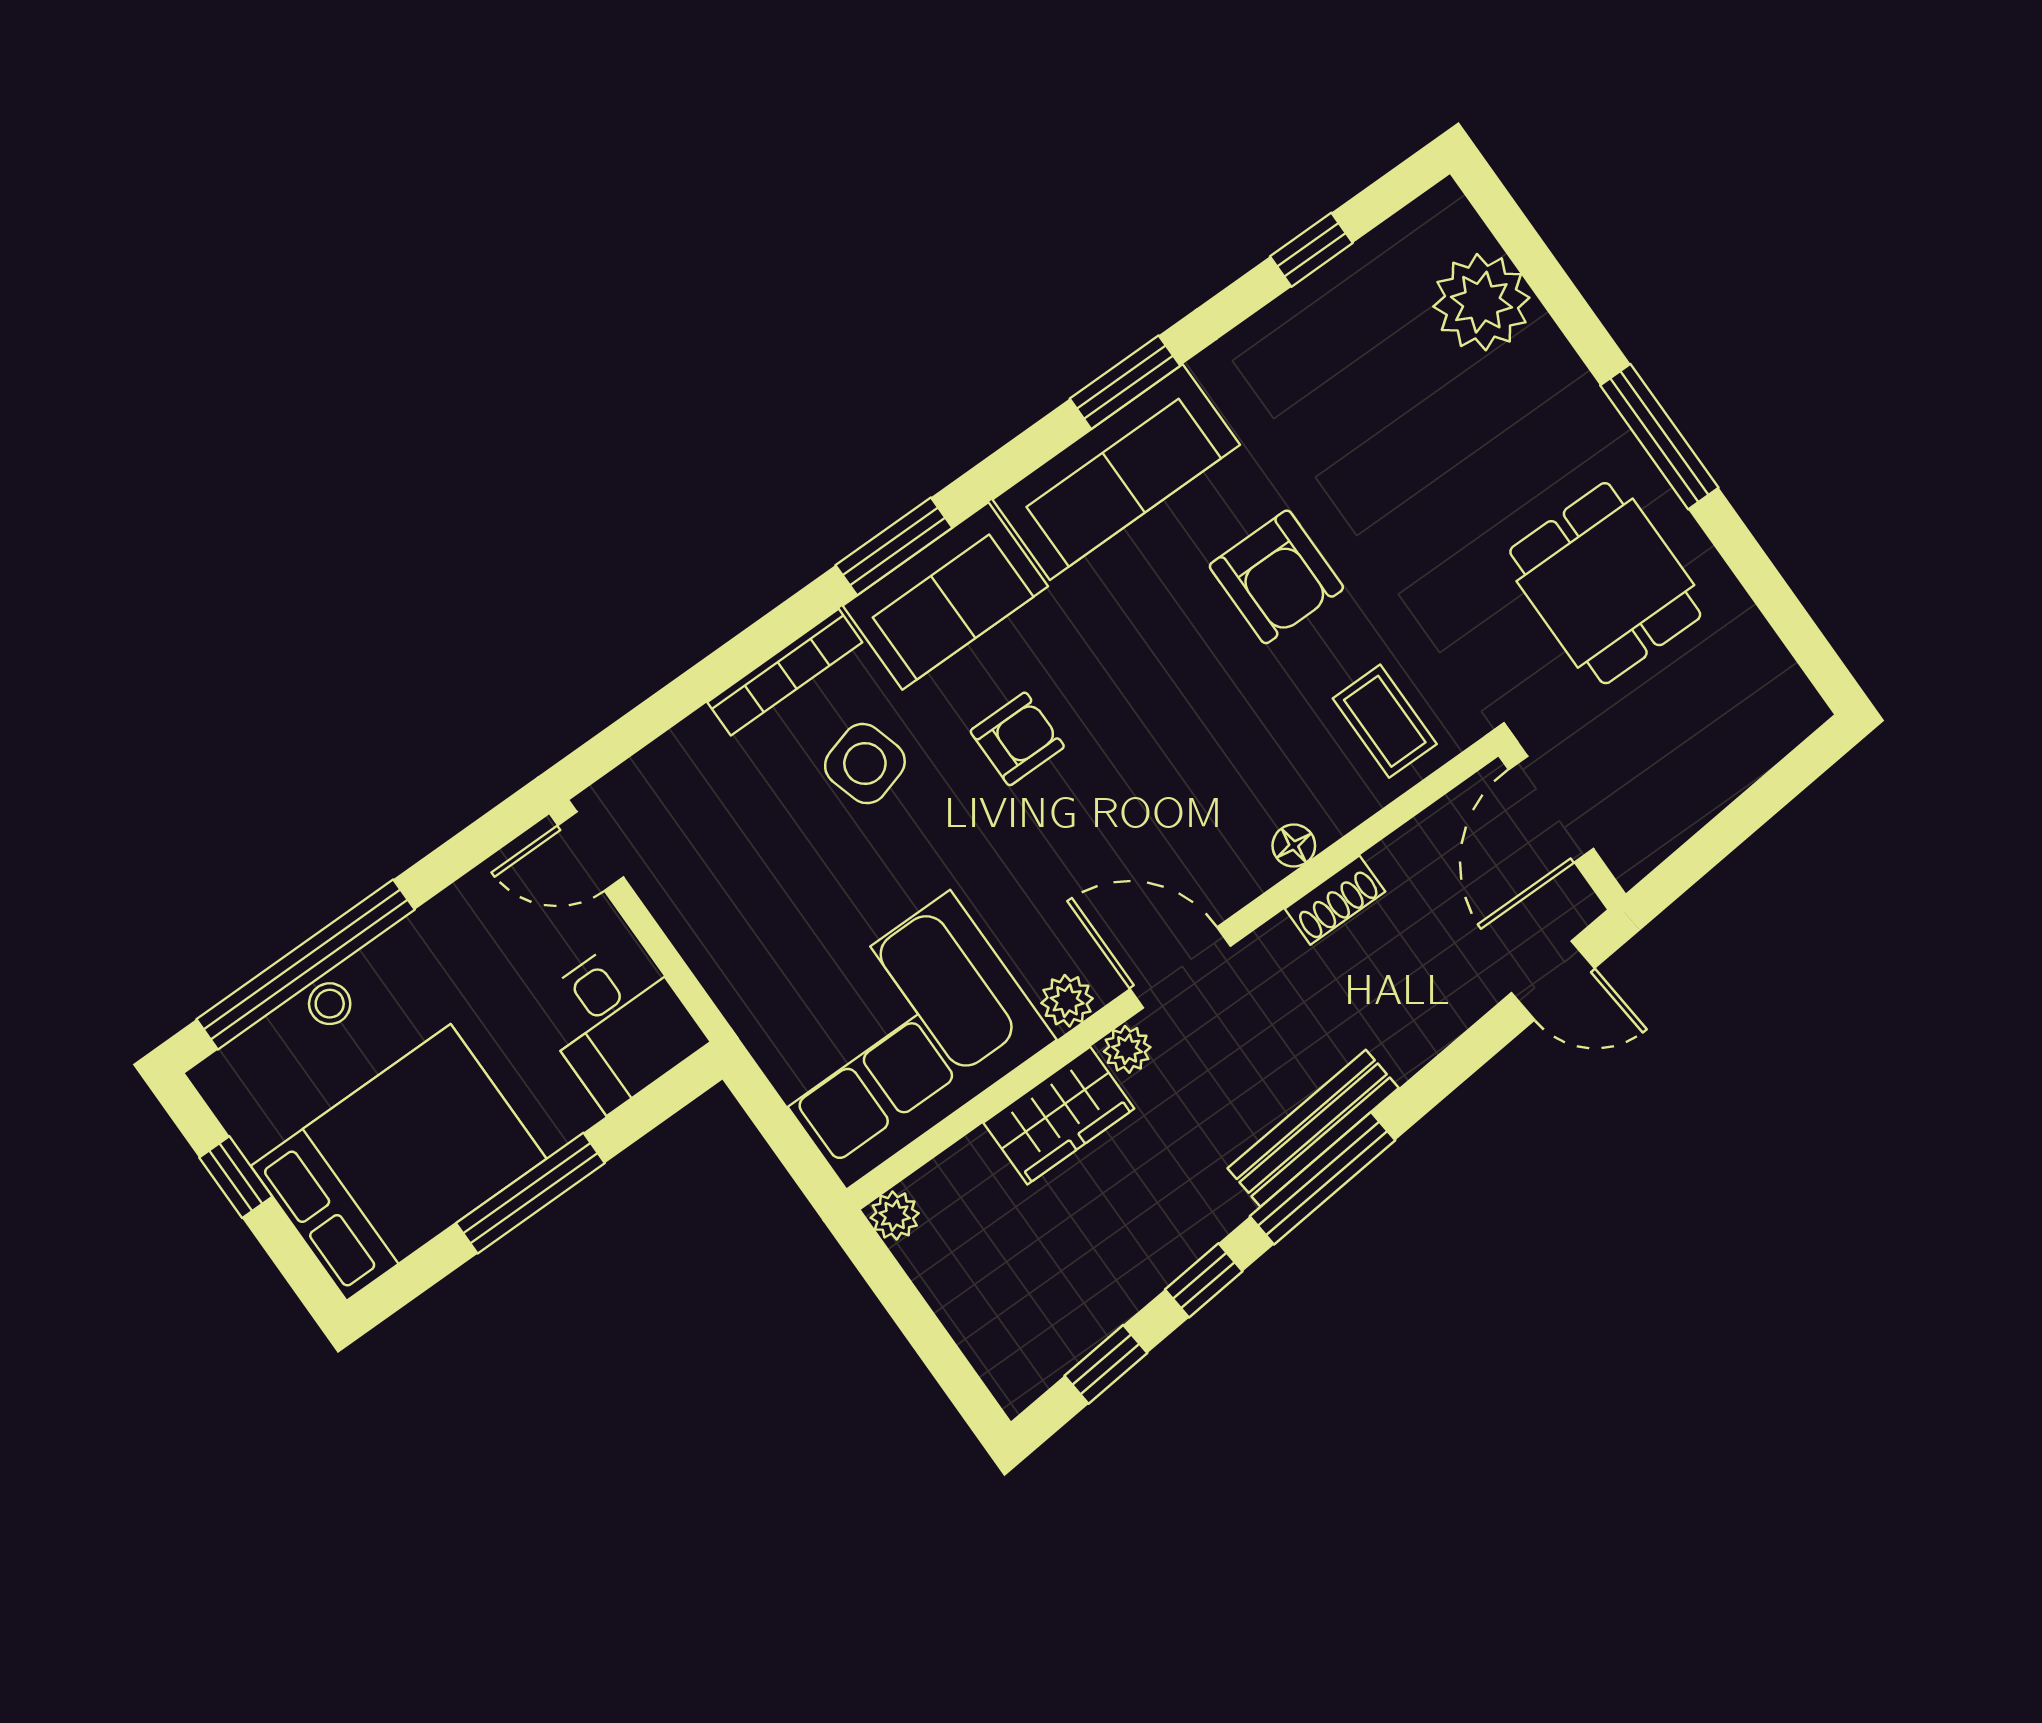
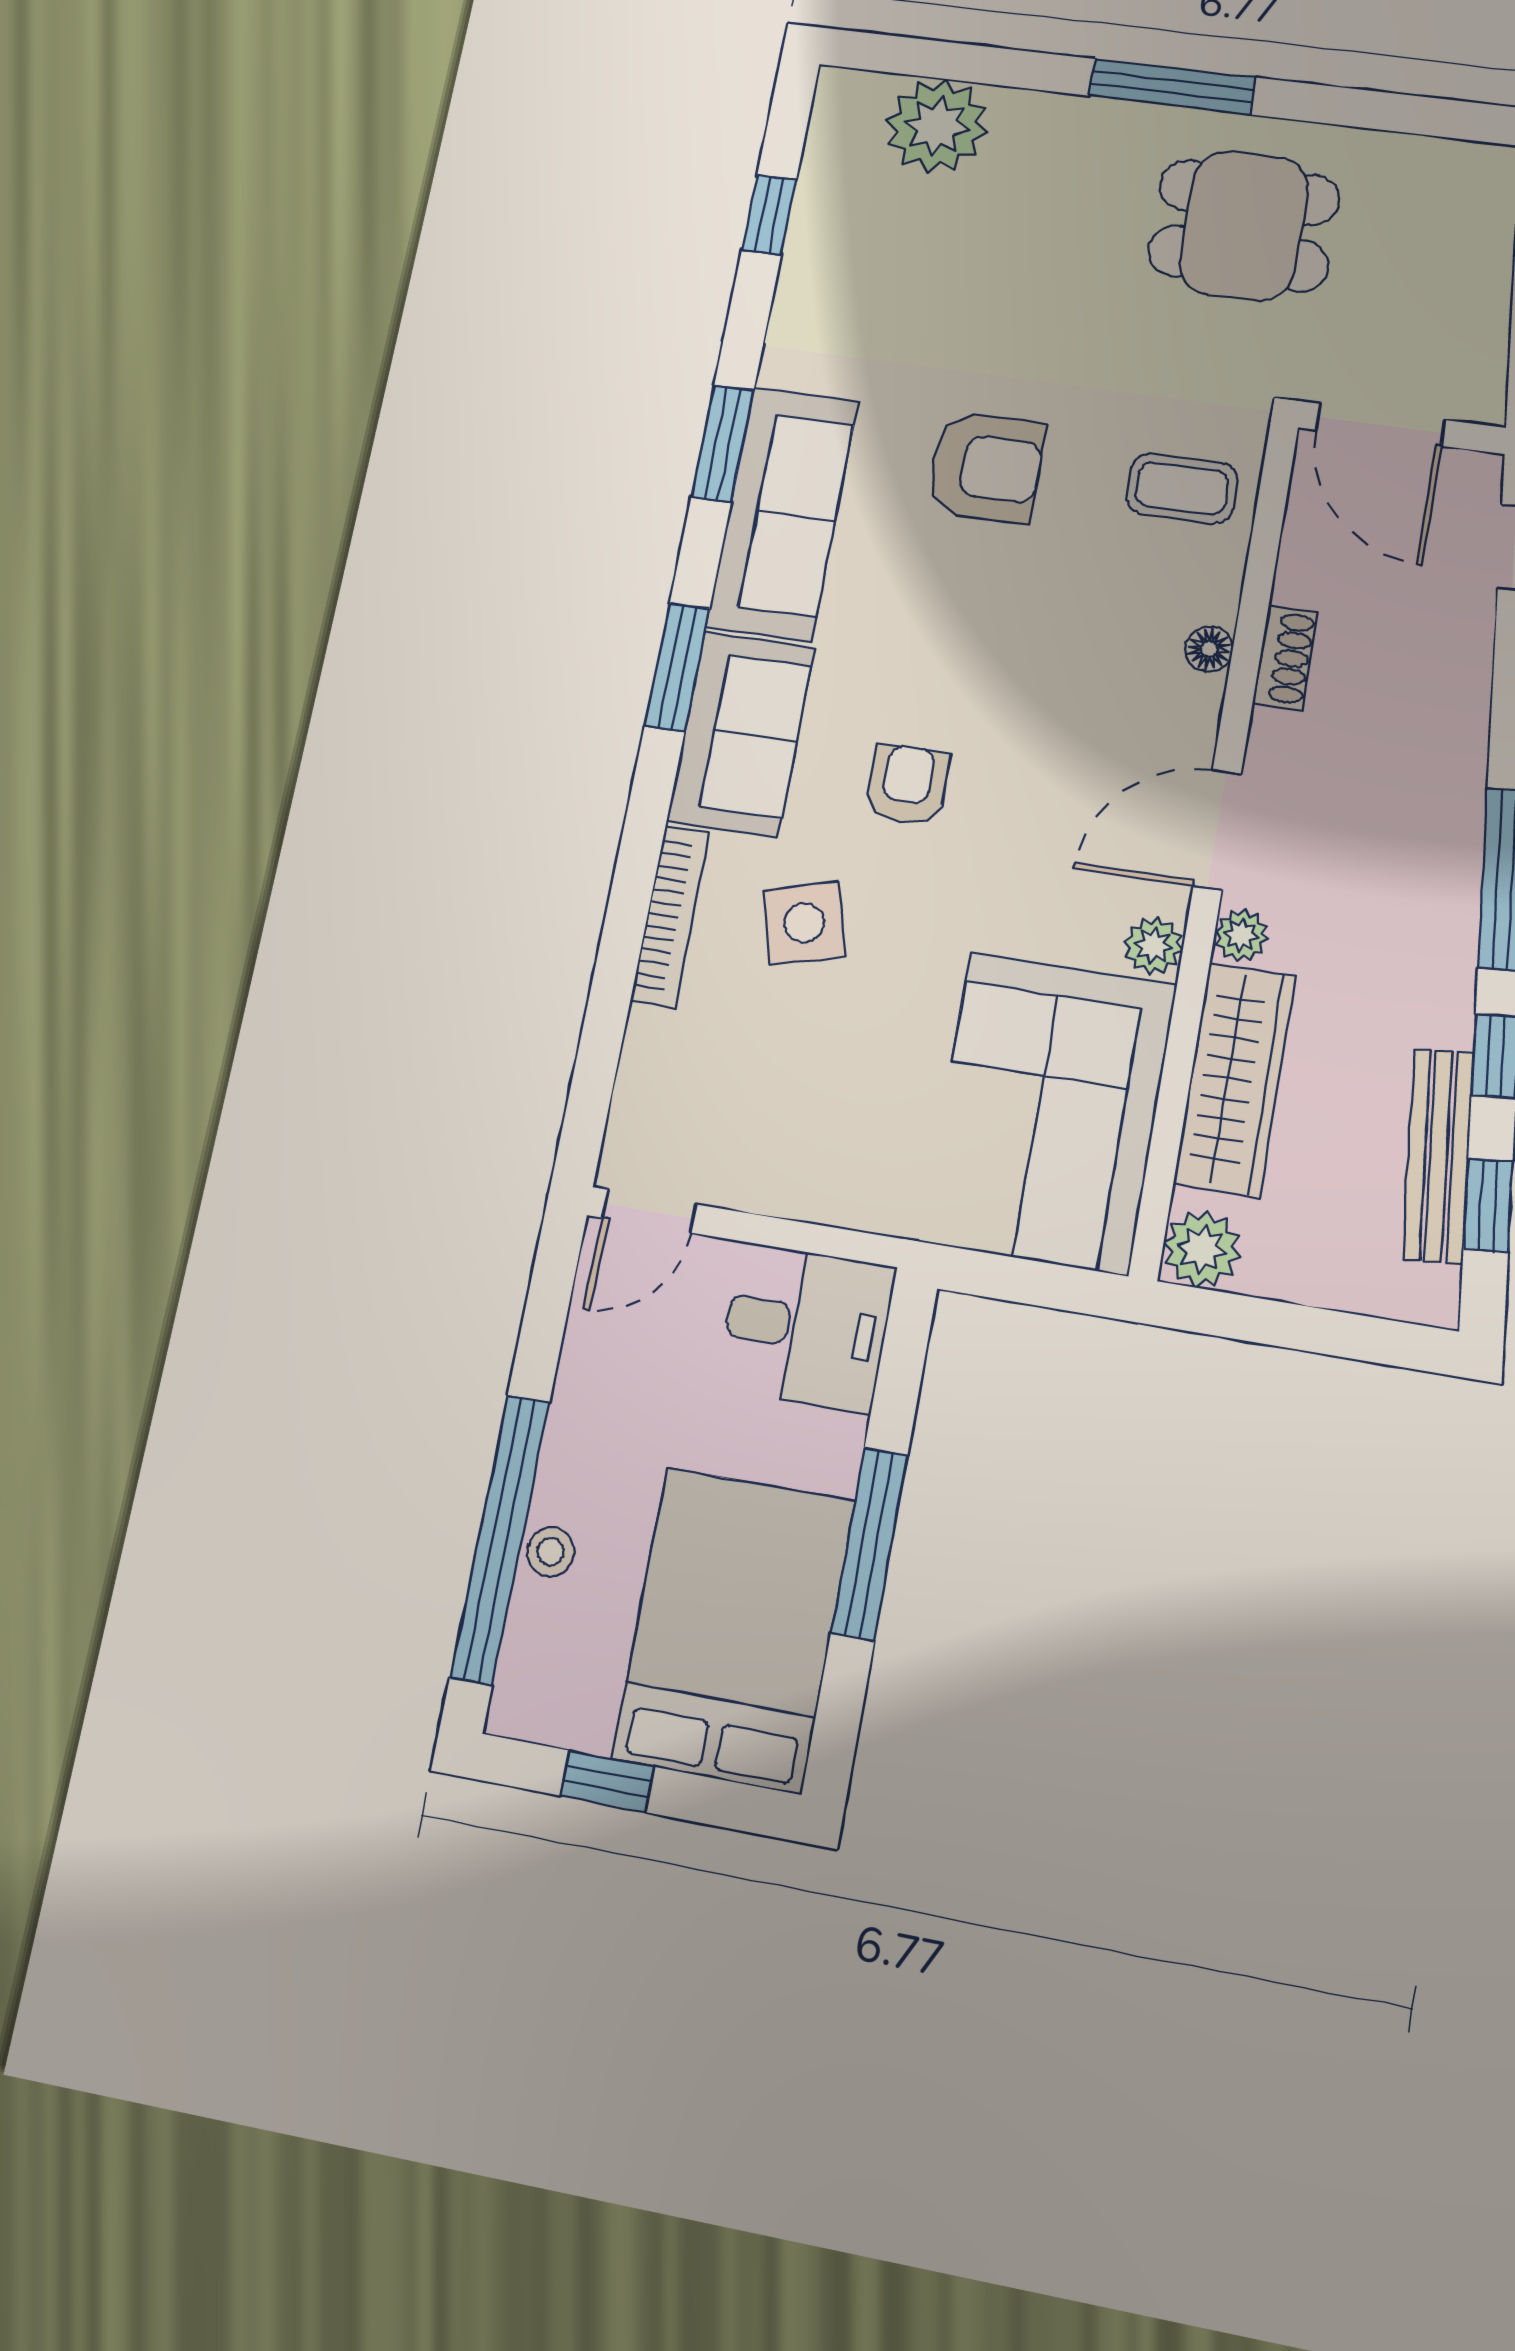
window: (894, 546) -> (677, 667), moved
wardrobe: (1059, 1116) -> (1235, 1080), width x1.50
bench: (1313, 1128) -> (1438, 1156), moved
plant: (895, 1216) -> (1202, 1249), width x1.38, depth x1.38

